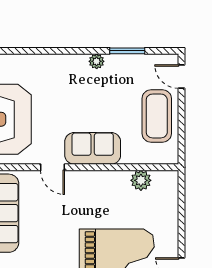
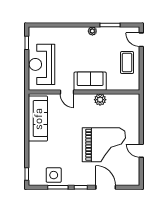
coffee table: (157, 116) -> (127, 63), width x0.73, depth x0.76
plant: (141, 180) -> (100, 100), moved

